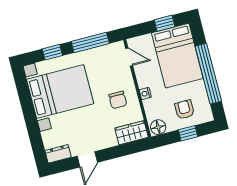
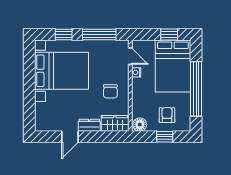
nightstand: (145, 94) -> (136, 72), moved
dresser: (58, 154) -> (89, 125), moved

